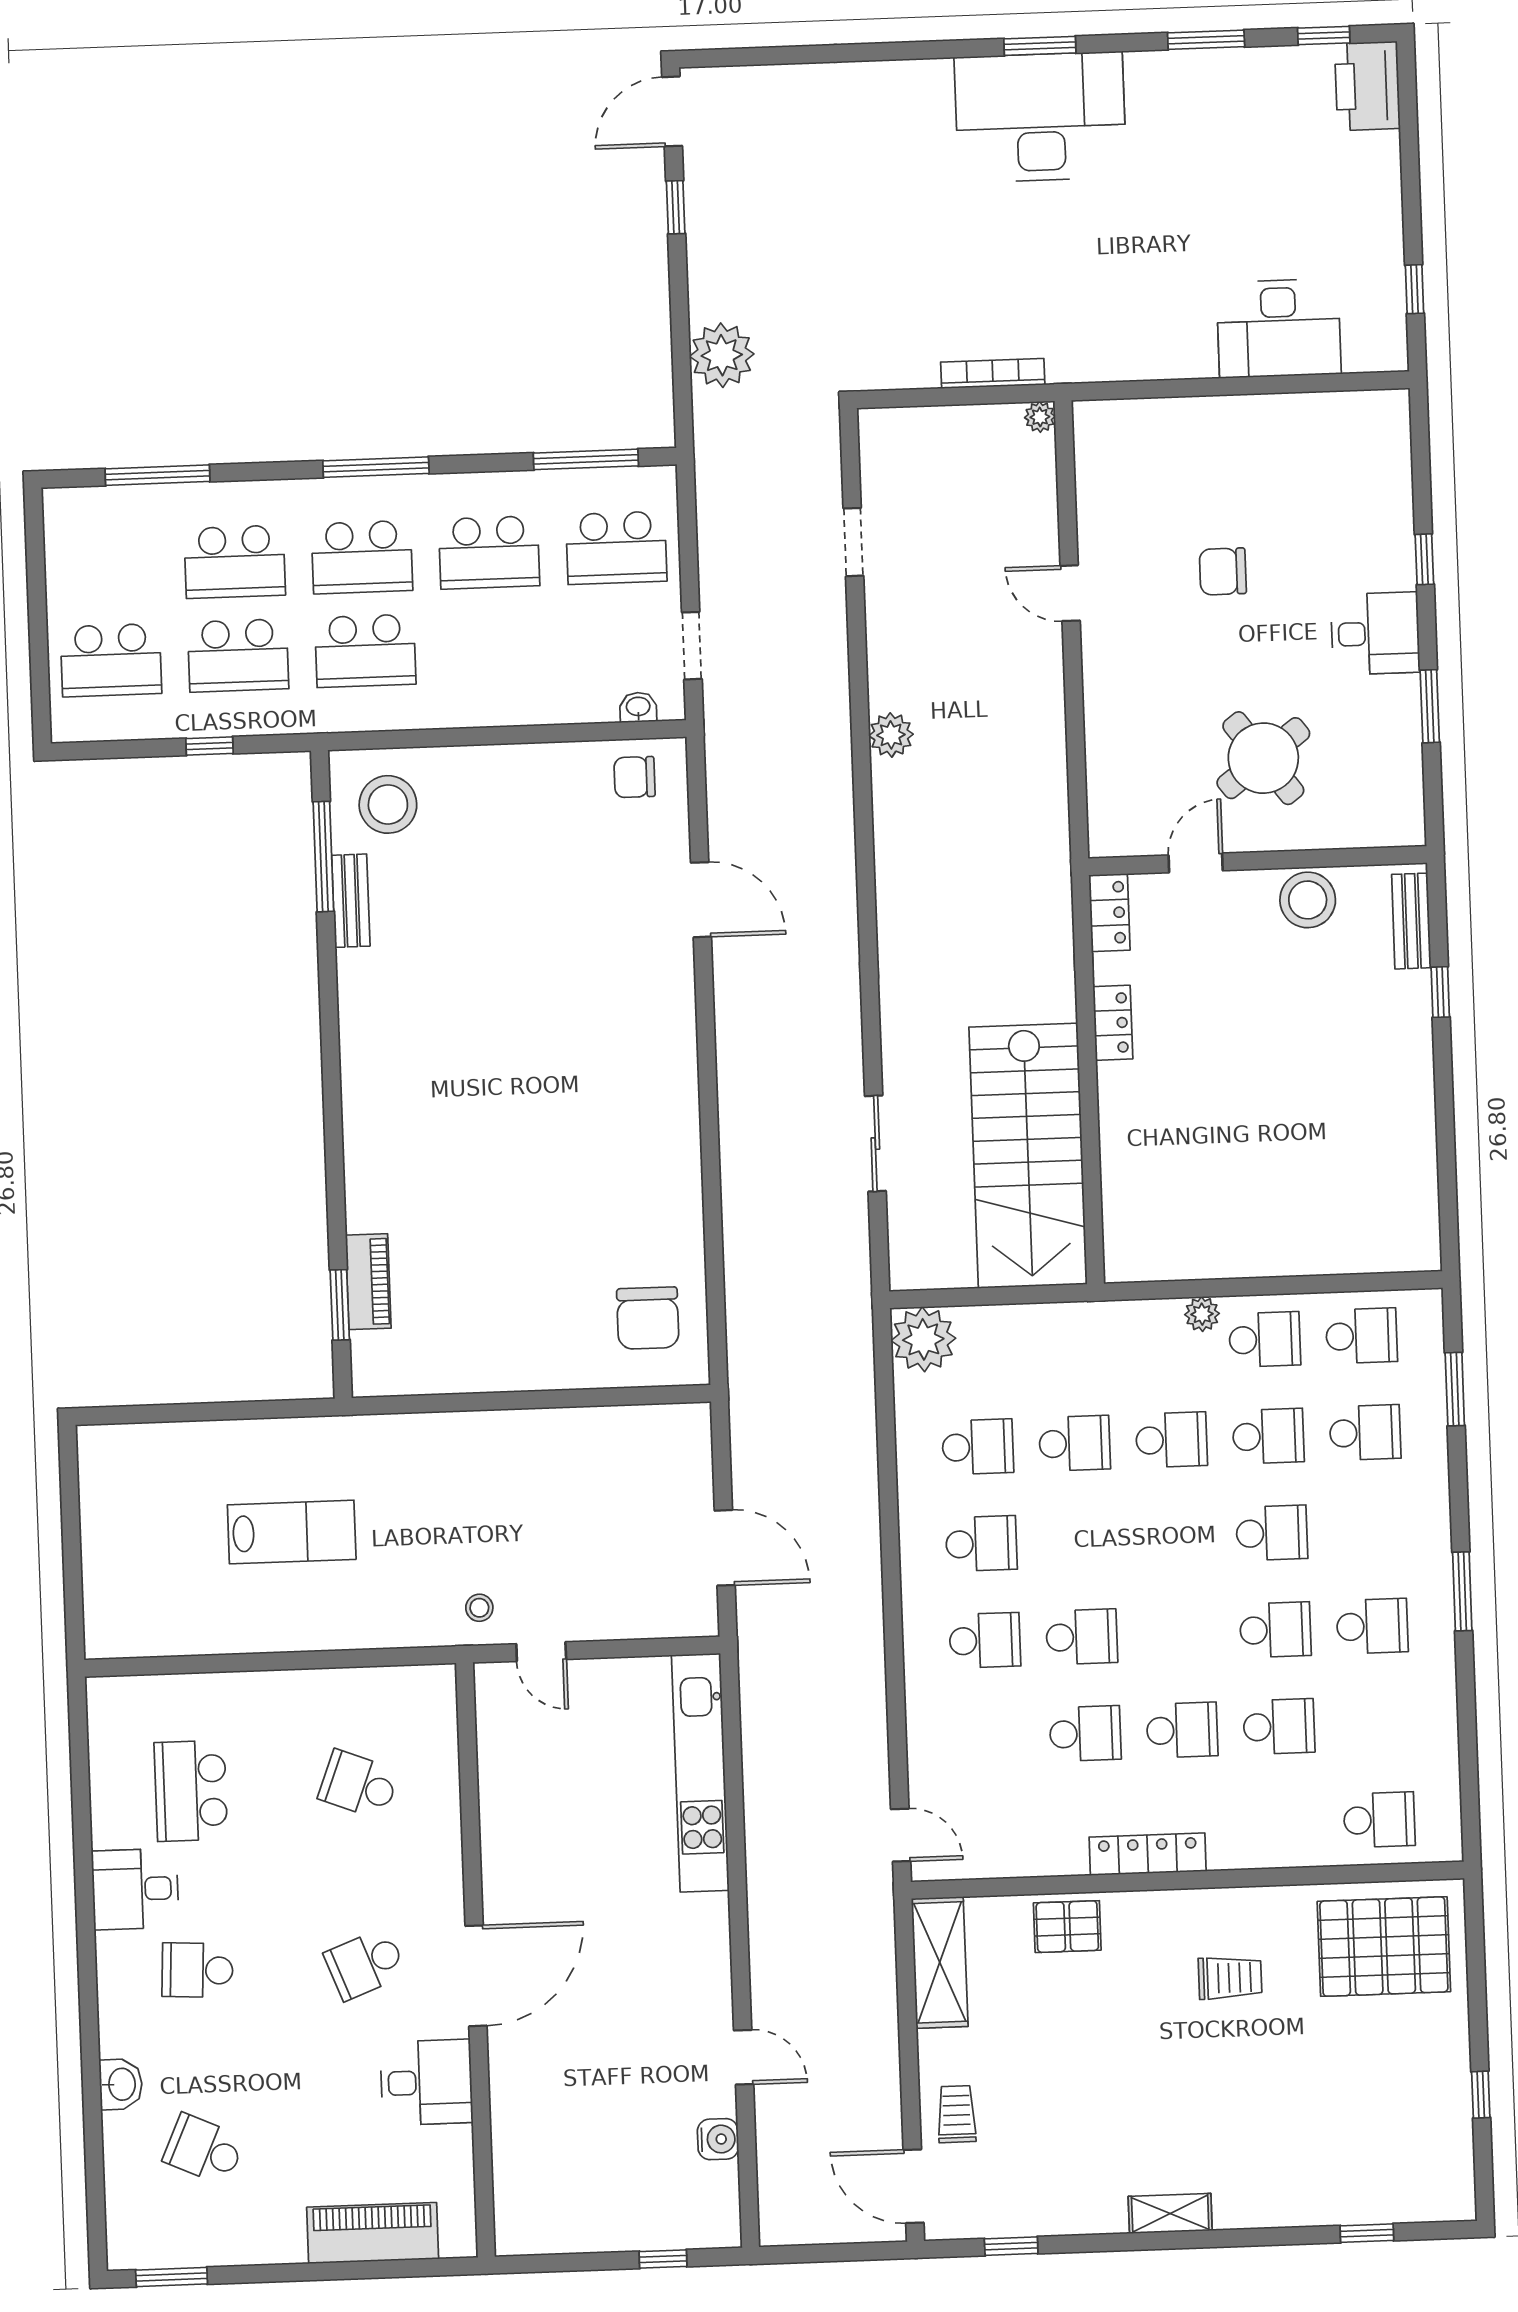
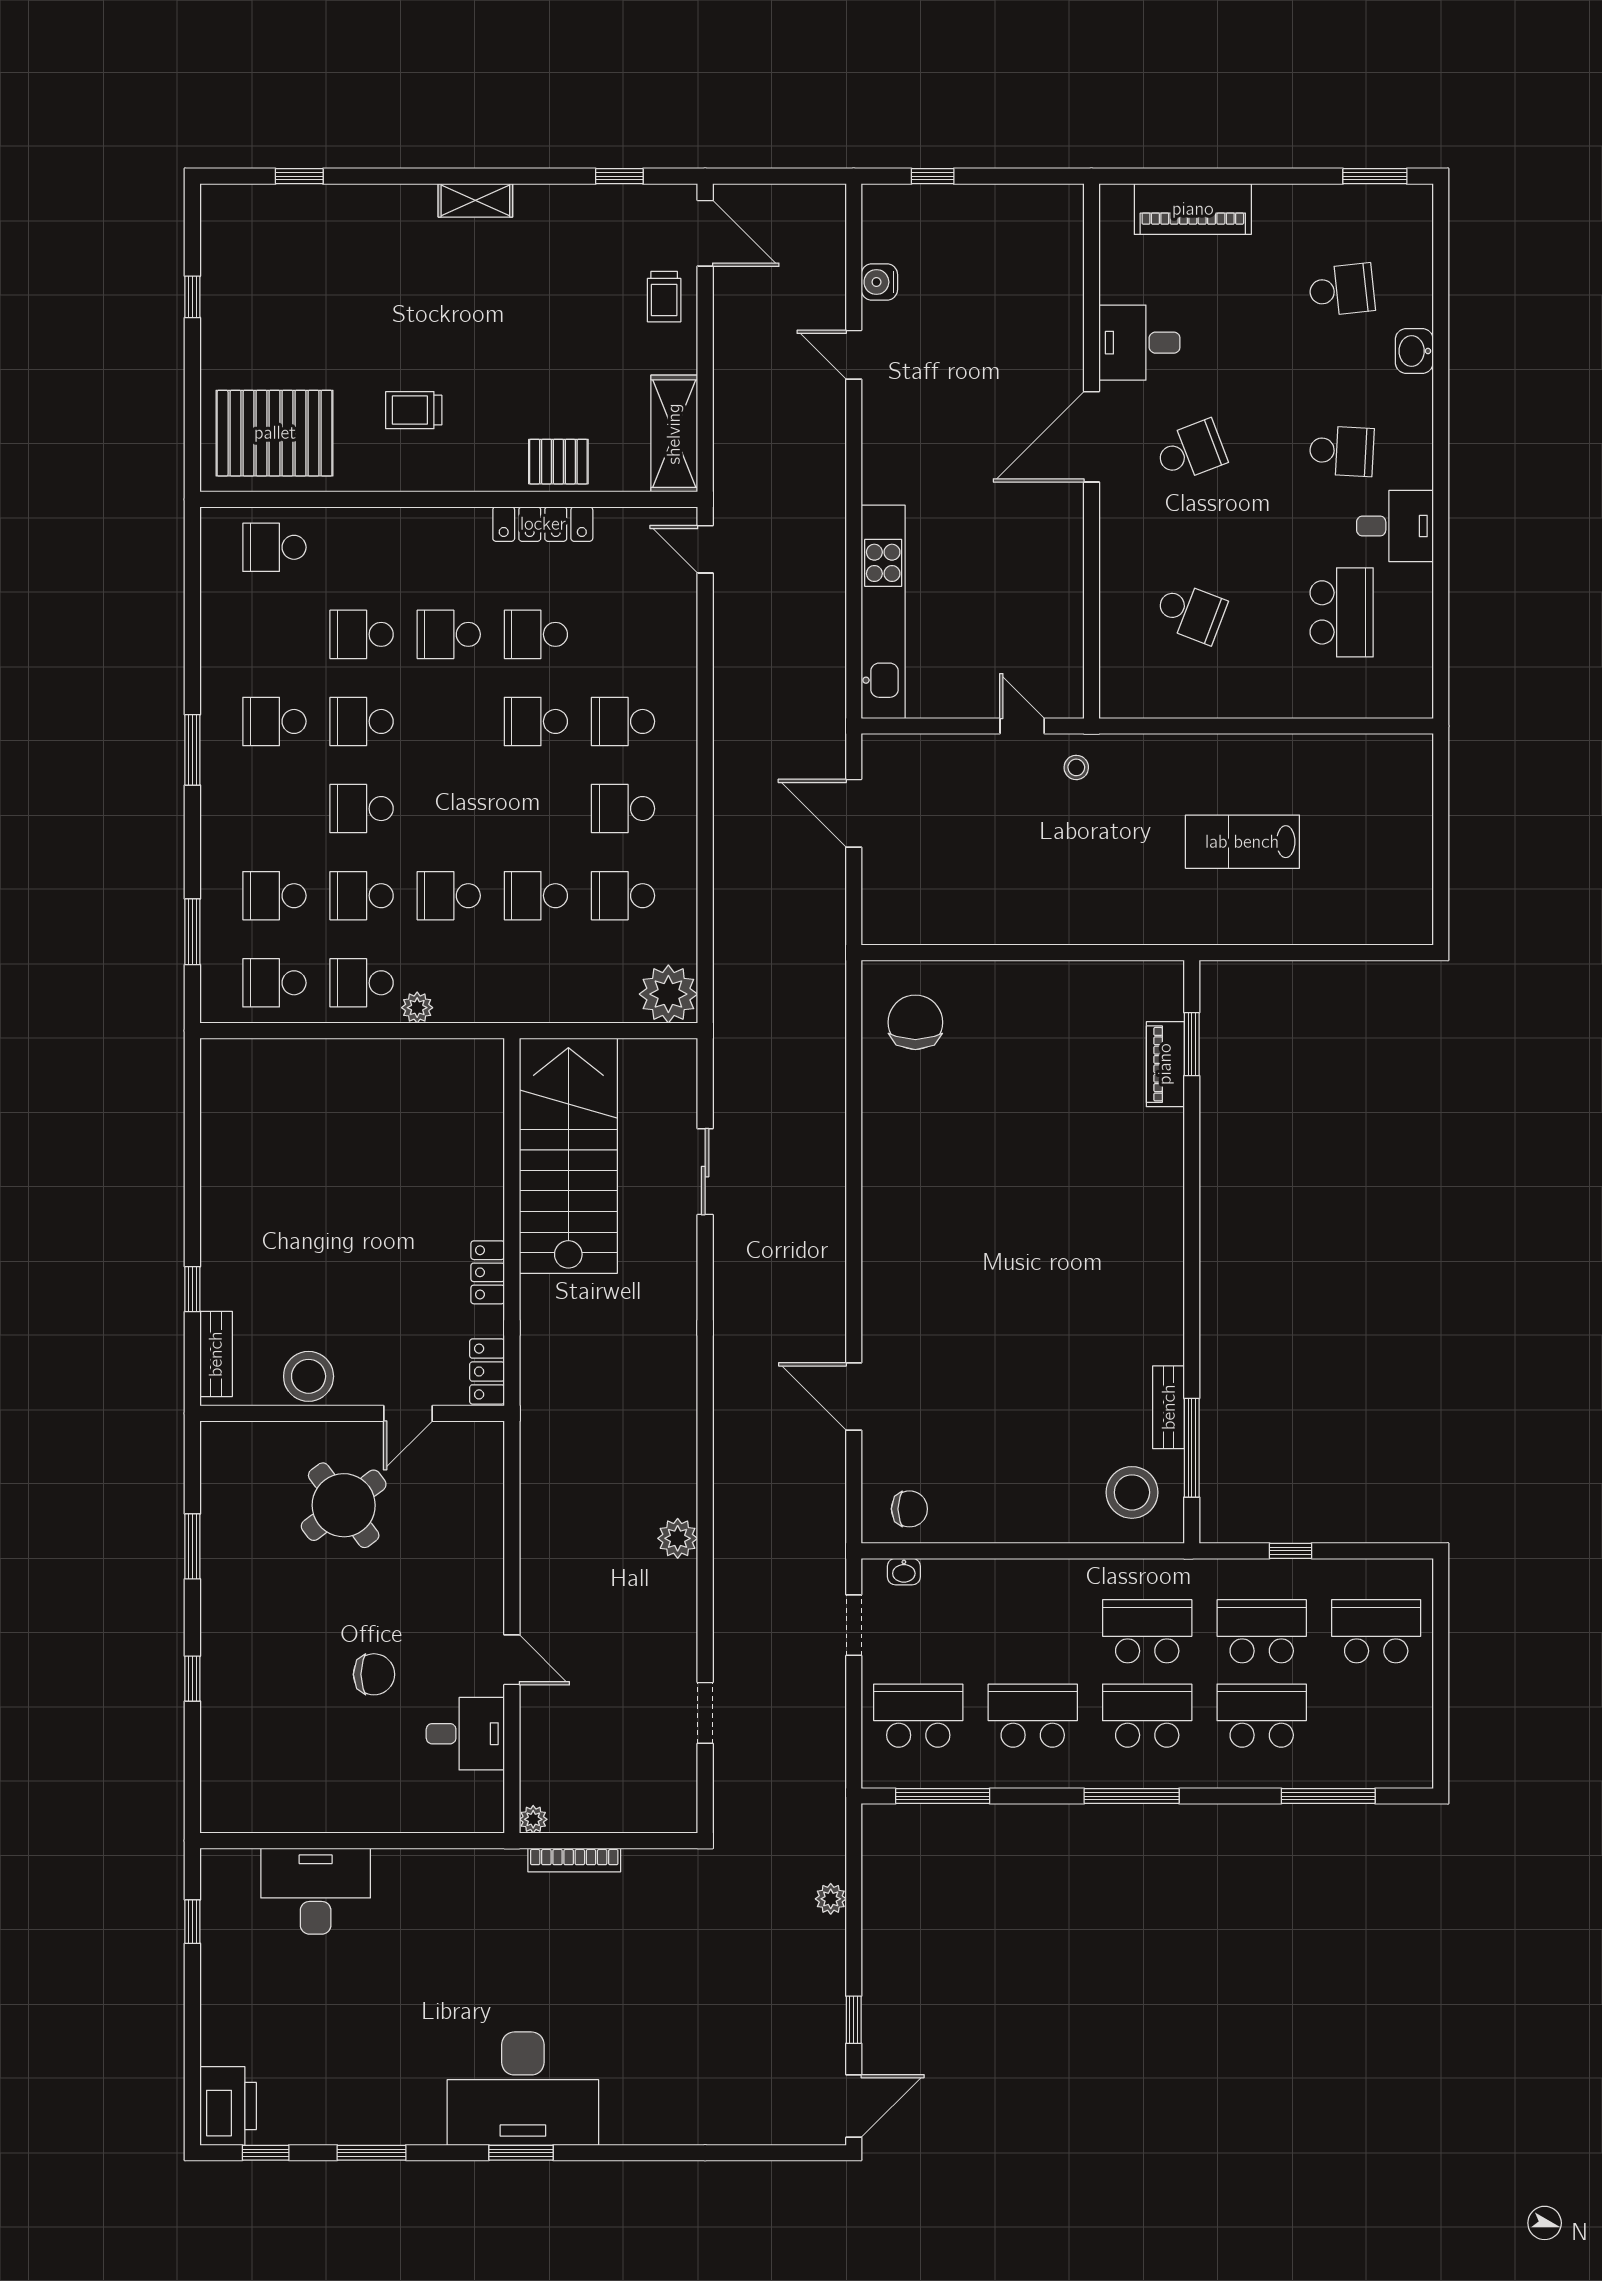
plant: (722, 355) -> (831, 1899), width x0.53, depth x0.53
desk: (1375, 633) -> (465, 1734), moved, turned 180
locker: (1148, 1854) -> (543, 524), moved
school desk: (204, 2149) -> (1342, 290), turned -30

